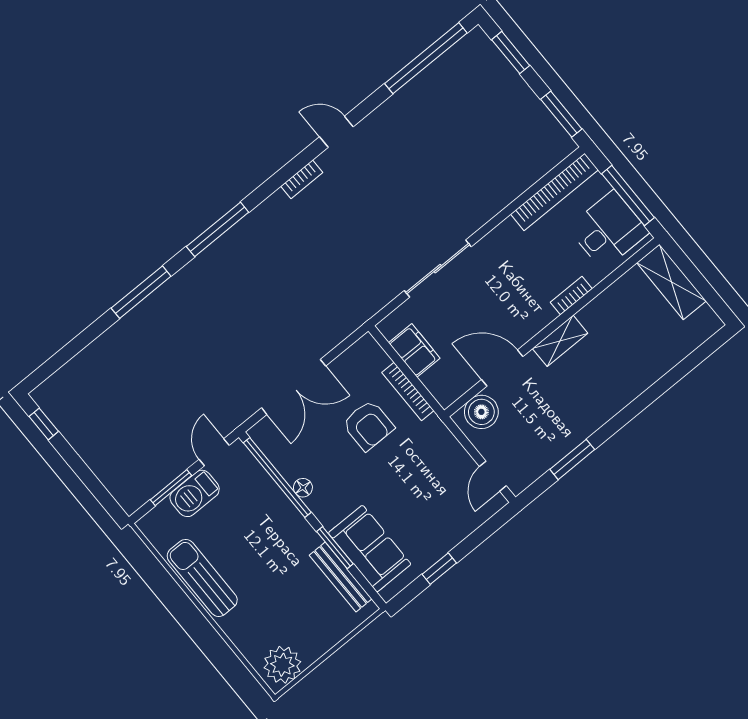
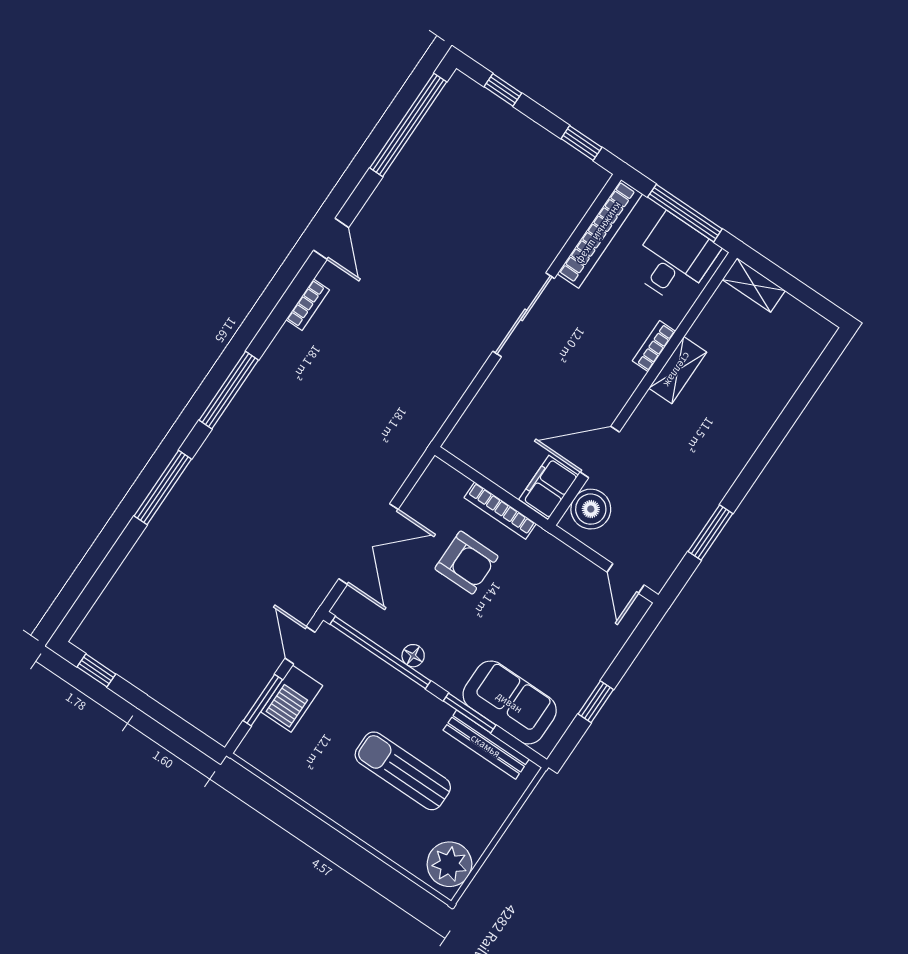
window: (511, 53) -> (503, 90), width x0.67
window: (561, 114) -> (581, 143), width x0.67
door: (336, 132) -> (331, 239), swing flipped
sliding door: (438, 269) -> (524, 315), moved
shelving: (671, 282) -> (754, 285), width x0.67, depth x0.75
shelving: (560, 341) -> (678, 370), moved
filing cabinet: (414, 350) -> (549, 487), moved, turned -90
sun lounger: (202, 578) -> (403, 771), moved

